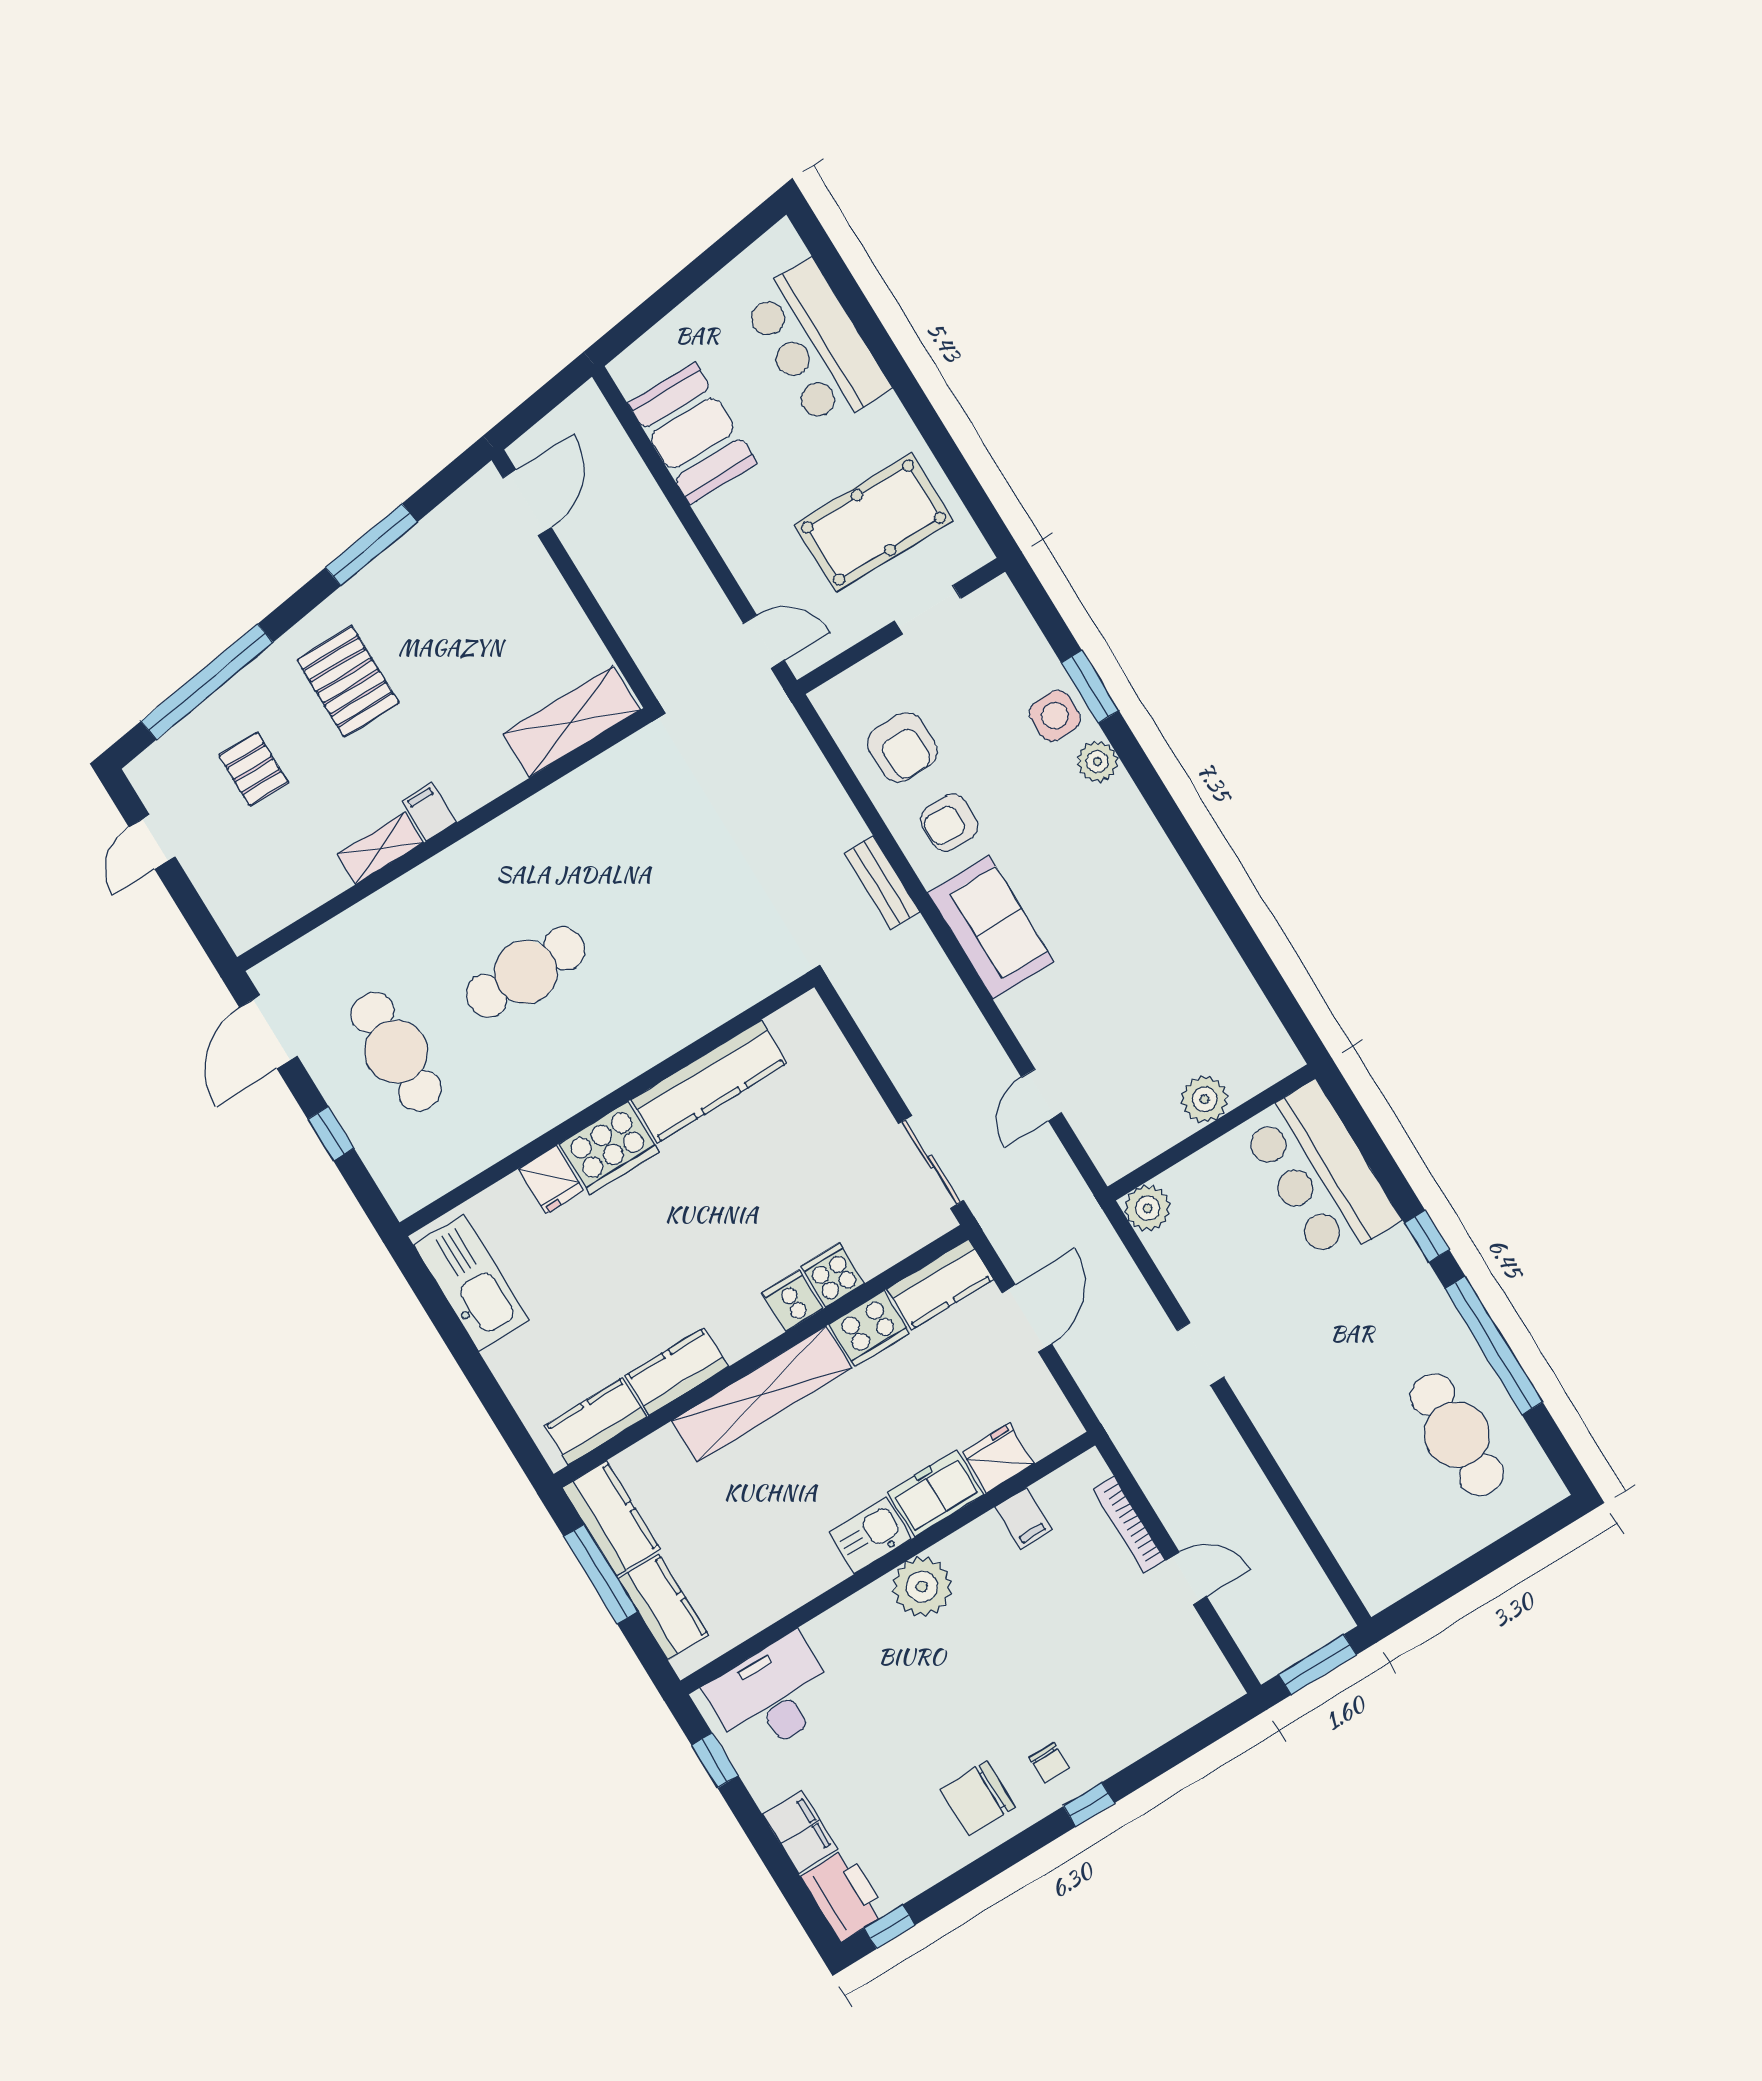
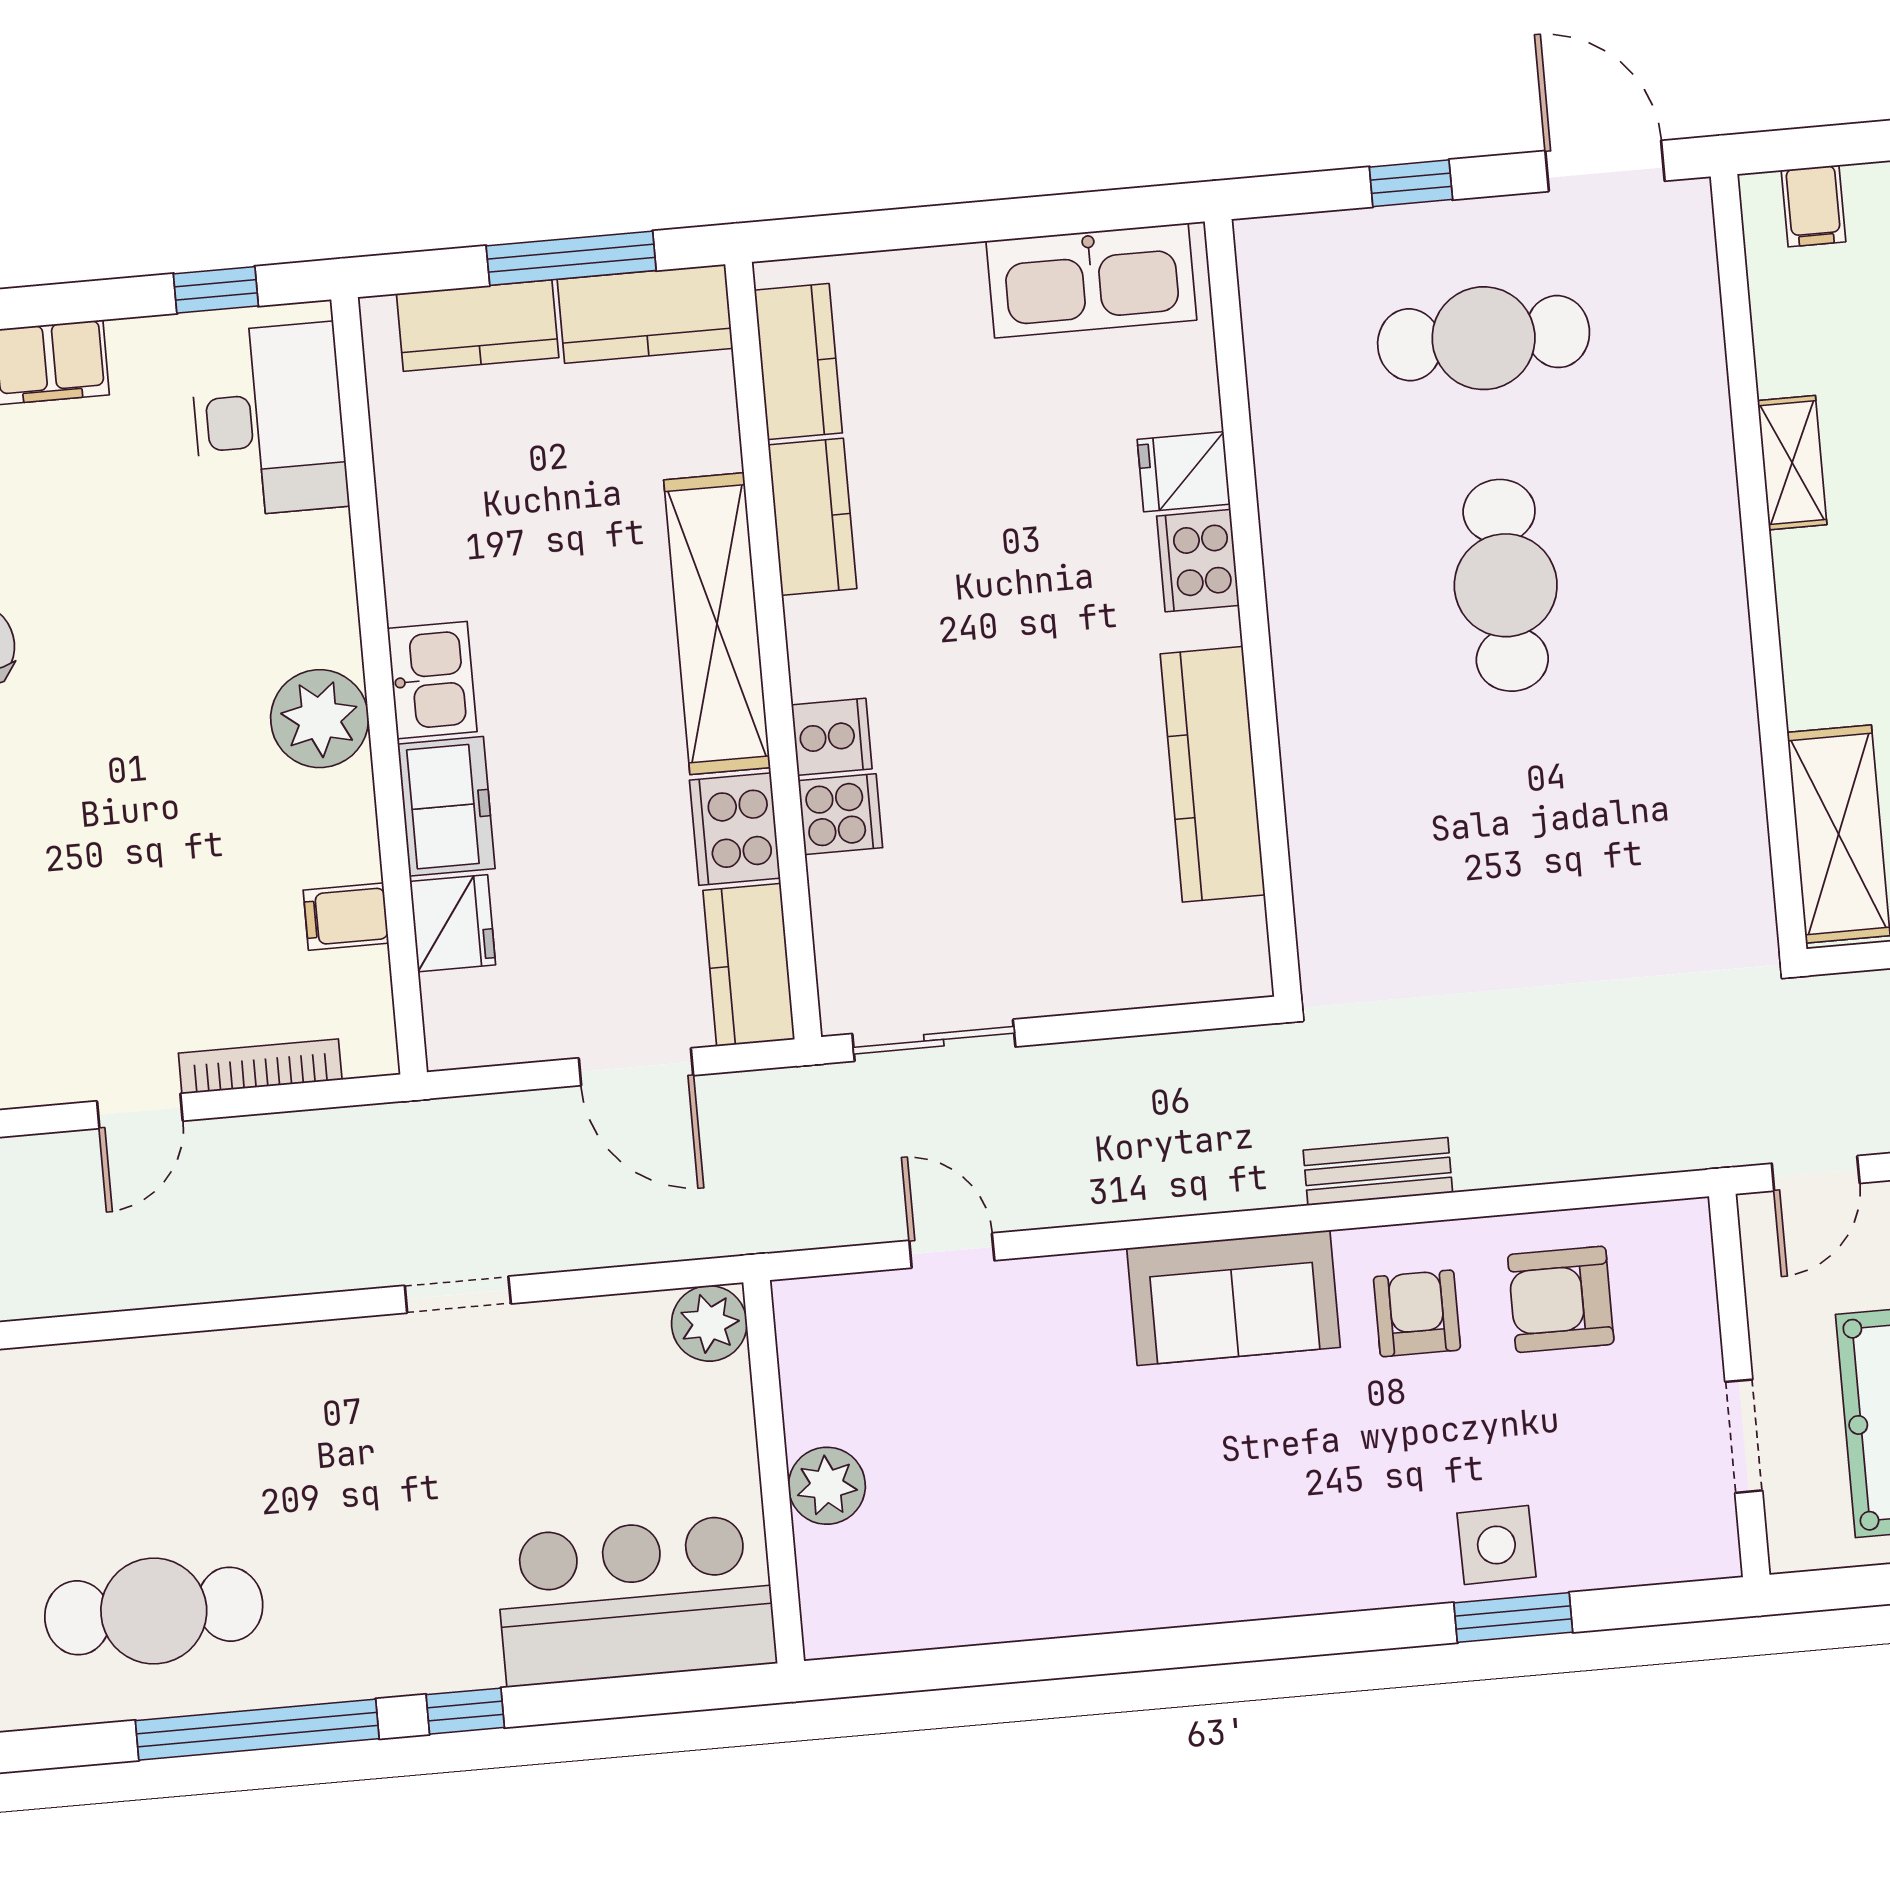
plant: (1097, 762) -> (1399, 1574), removed
filing cabinet: (429, 812) -> (1813, 206), moved, turned 90
cooker: (609, 1148) -> (1198, 561), width x0.73, depth x0.76

